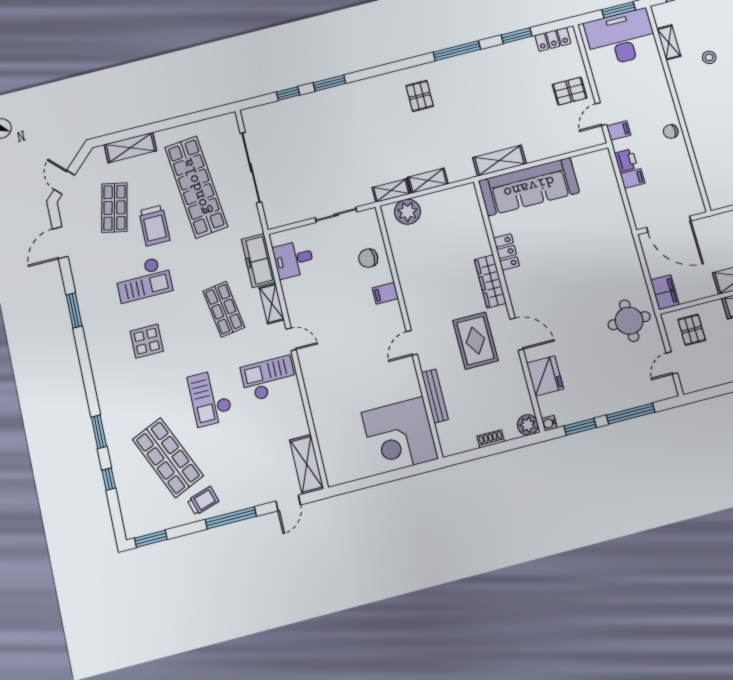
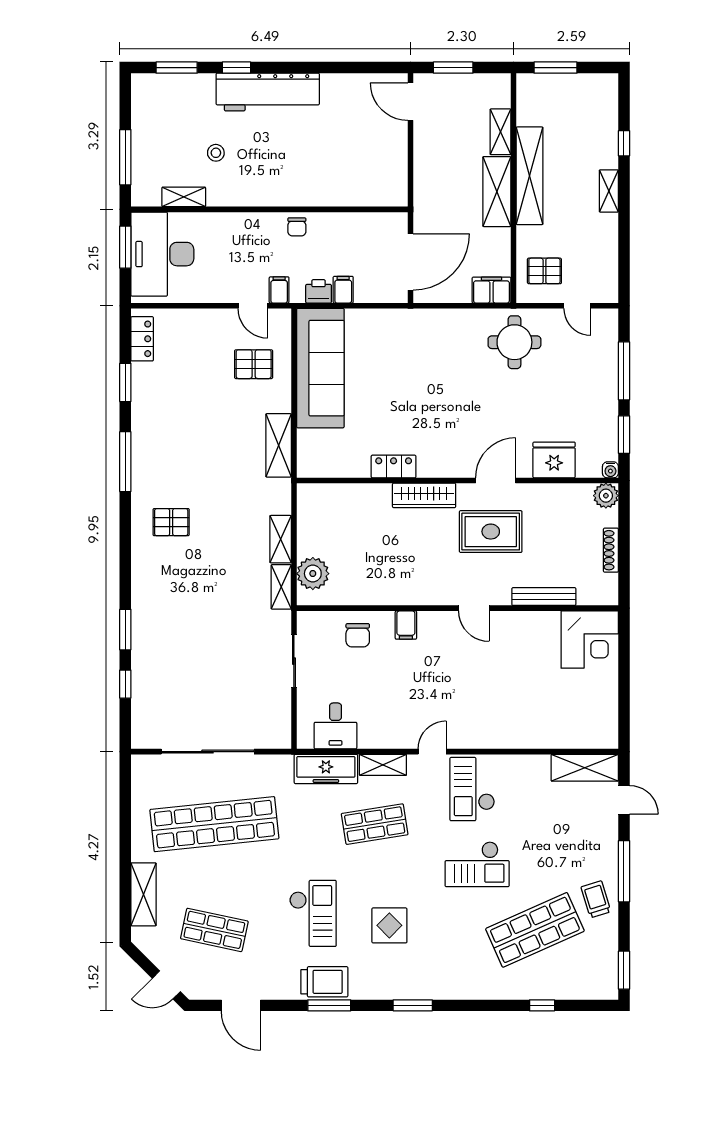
pallet: (570, 91) -> (254, 364), moved, turned 90
sofa: (529, 187) -> (320, 368), moved
trolley: (154, 226) -> (324, 982), moved
window: (99, 432) -> (413, 1005), moved
corner desk: (400, 435) -> (590, 640), width x0.74, depth x0.74
shoe rack: (491, 439) -> (611, 550), width x1.43

